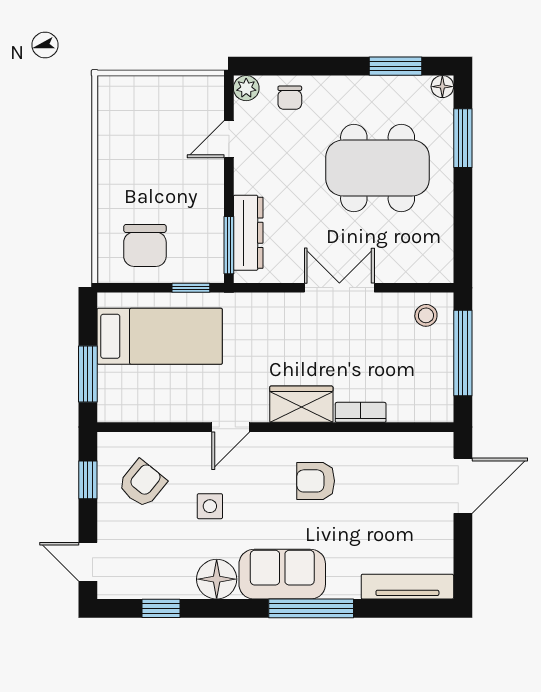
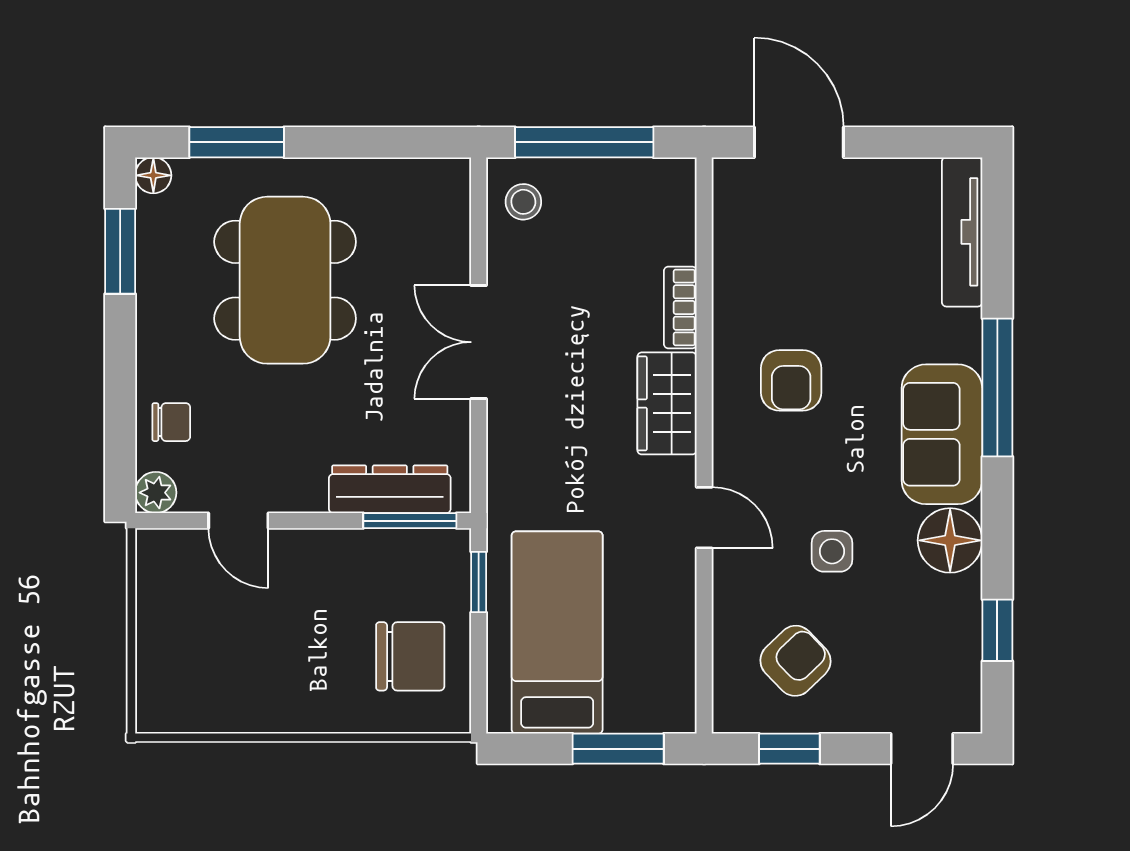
armchair: (142, 484) -> (795, 661), turned 97

